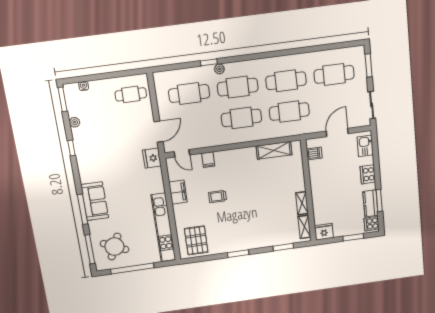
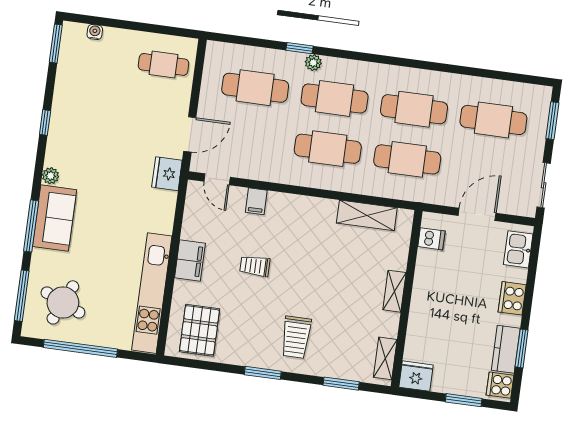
plant: (75, 122) -> (51, 176), moved
filing cabinet: (178, 192) -> (190, 260), moved
shelving: (302, 203) -> (394, 291), moved
trolley: (251, 229) -> (296, 337), added

